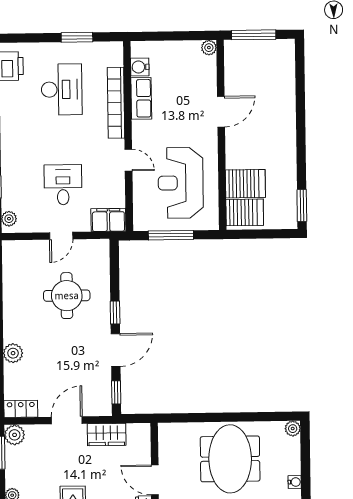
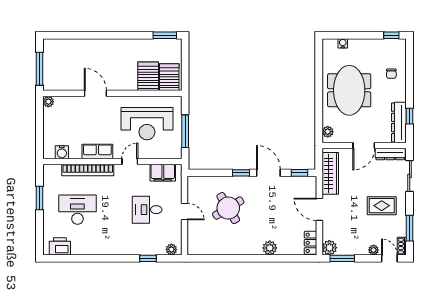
row of seats: (141, 98) -> (97, 152), moved
filing cabinet: (108, 220) -> (163, 173), moved, turned -90
round table: (67, 296) -> (228, 208), turned -31
plant: (293, 429) -> (328, 132), moved
wardrobe: (107, 435) -> (330, 173), width x1.50
meeting table: (230, 459) -> (349, 90), turned 90
water cooler: (295, 482) -> (343, 43), moved

